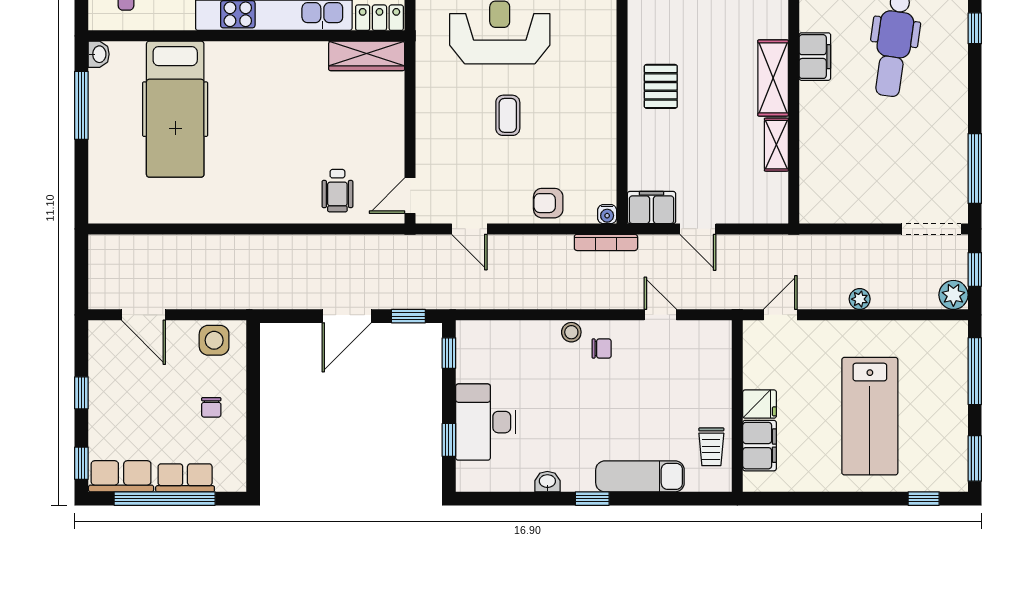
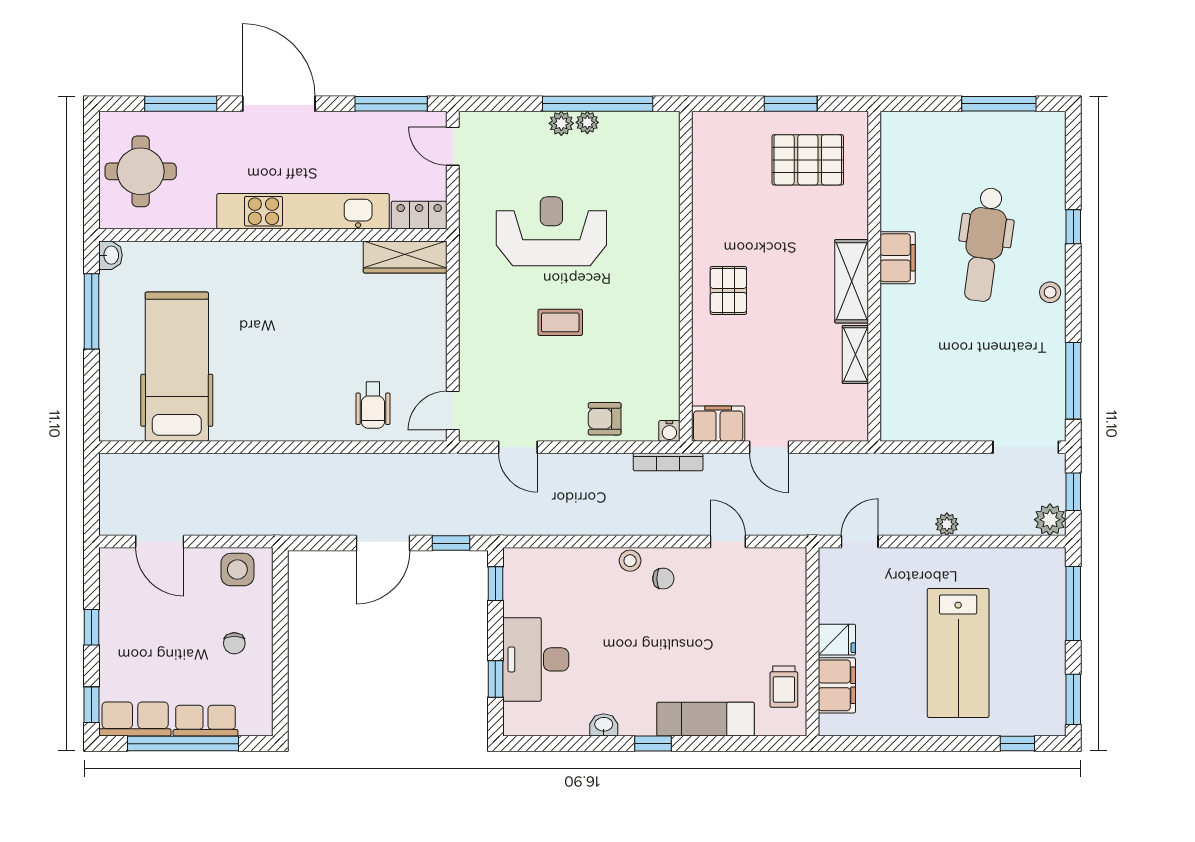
stool: (954, 88) -> (1050, 292), added
hospital bed: (175, 109) -> (177, 367), moved, turned 180
coffee table: (508, 115) -> (560, 322), turned 90

